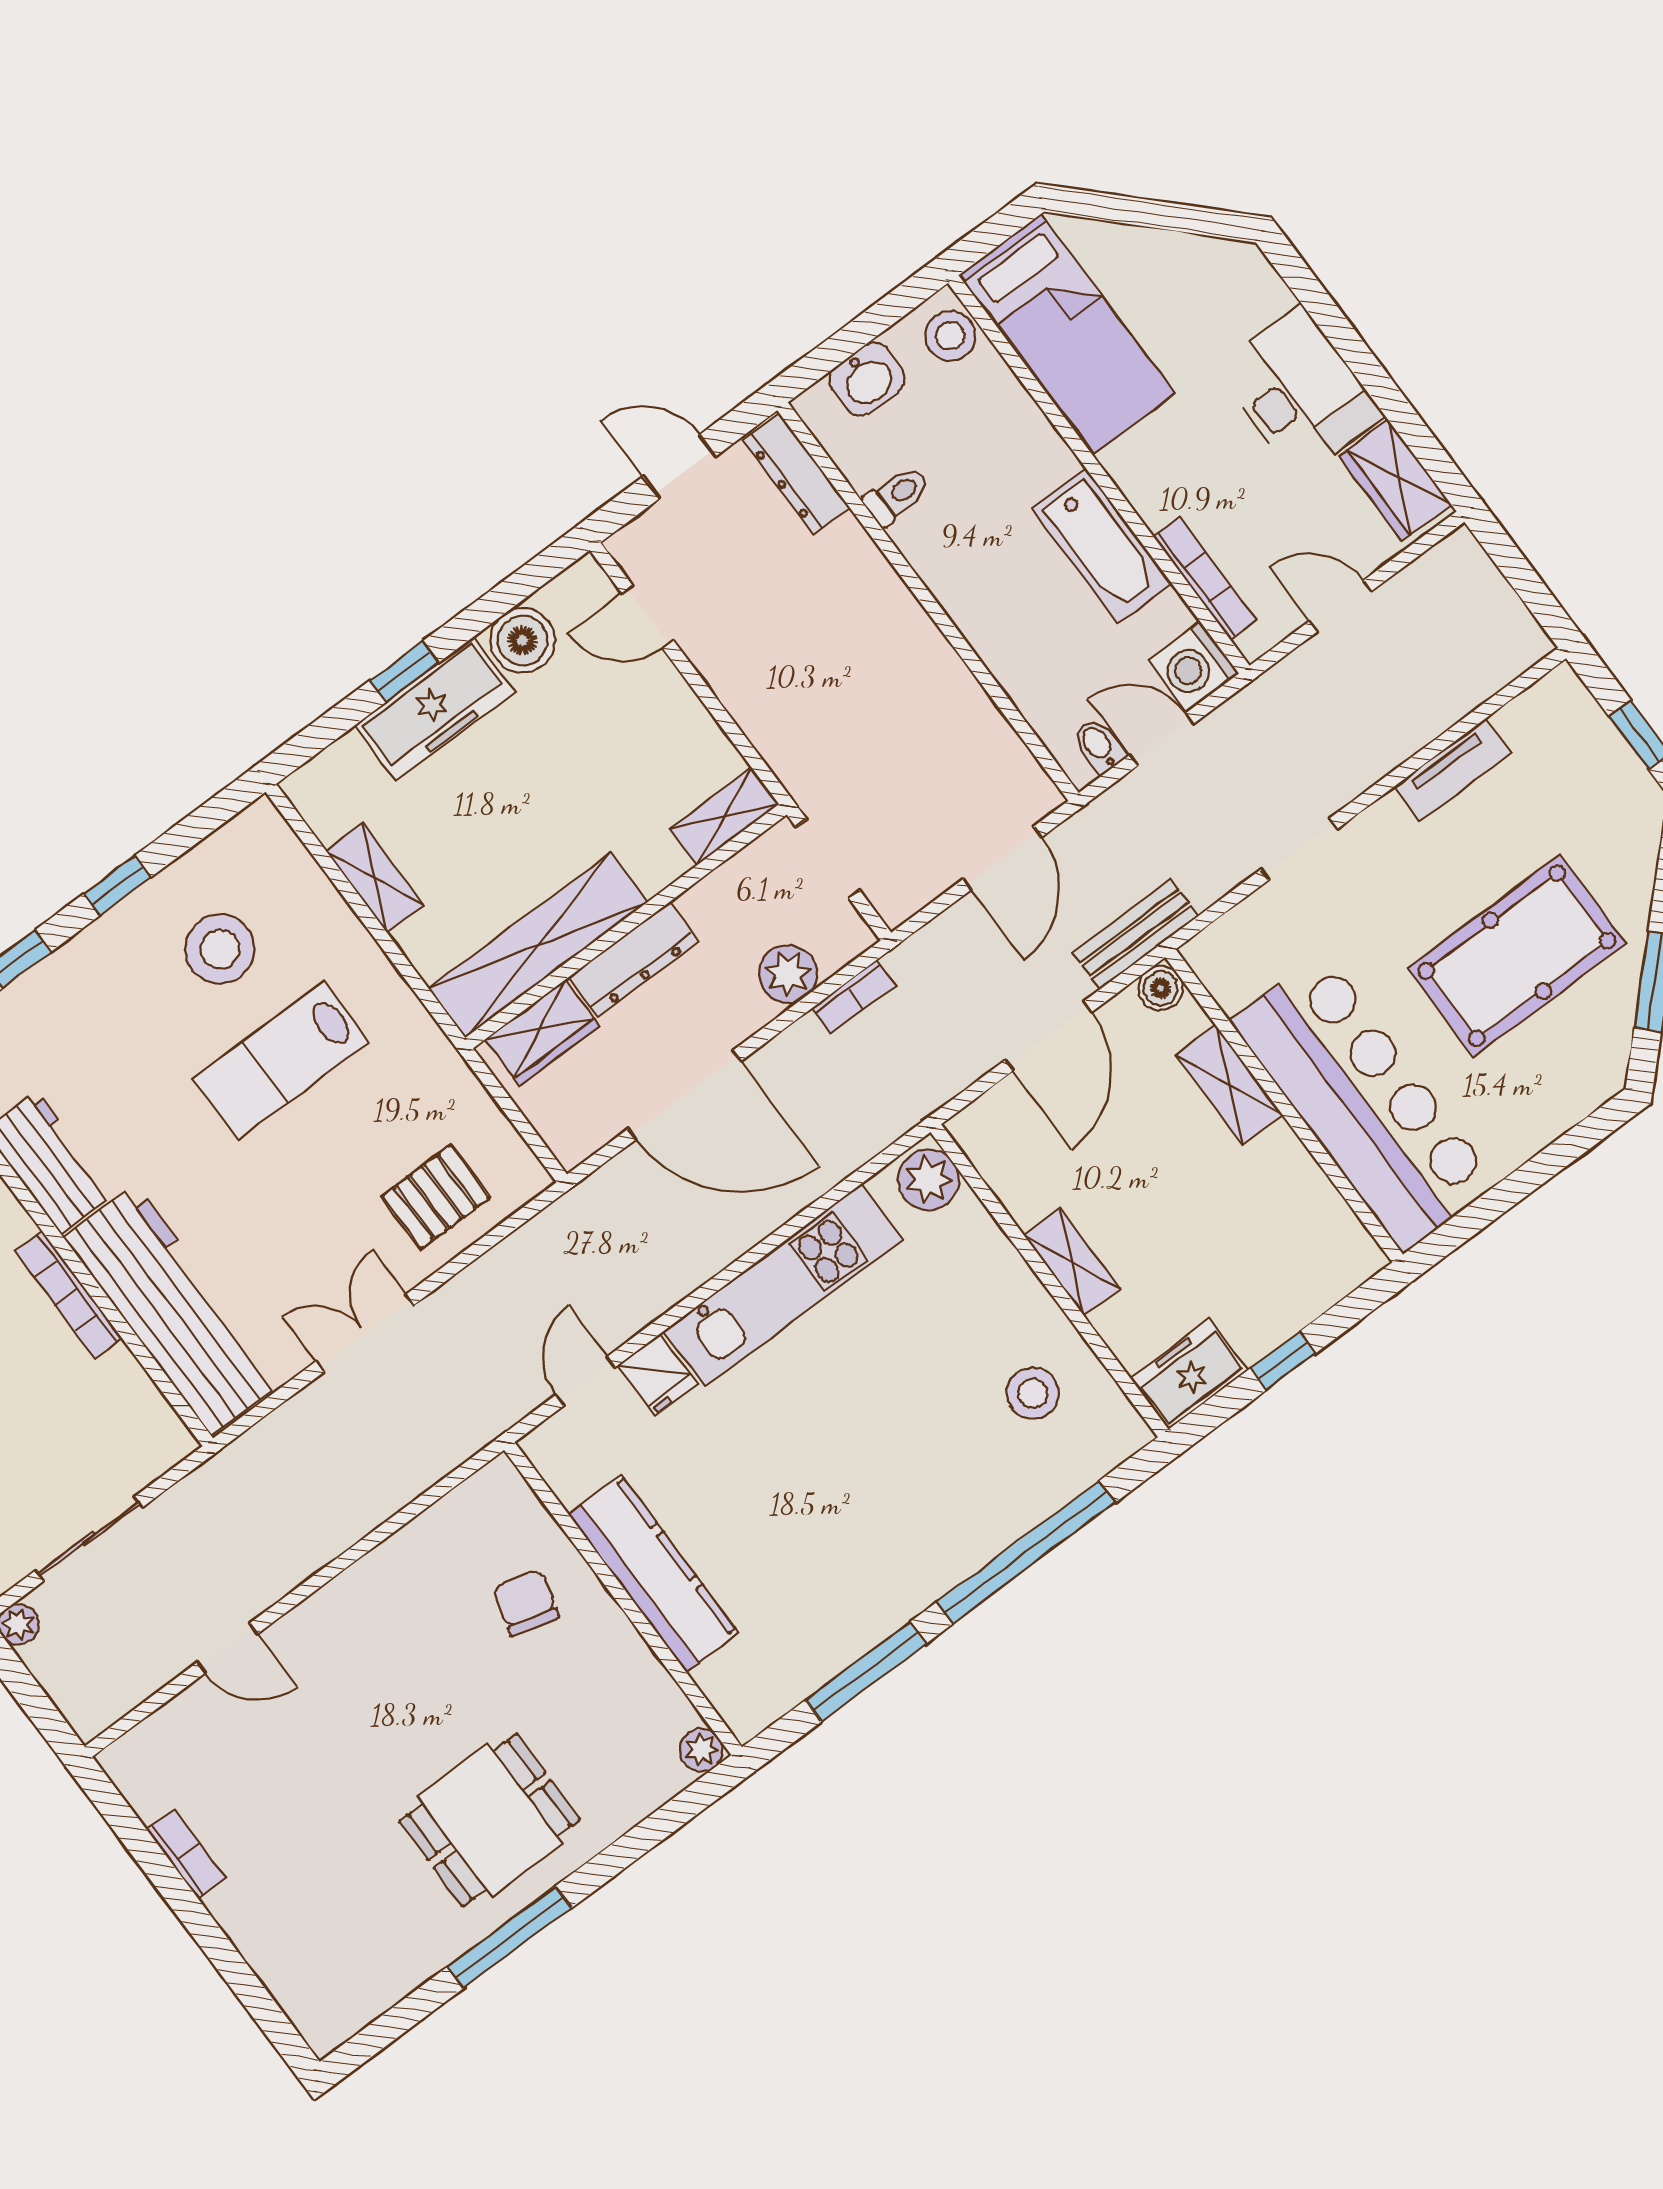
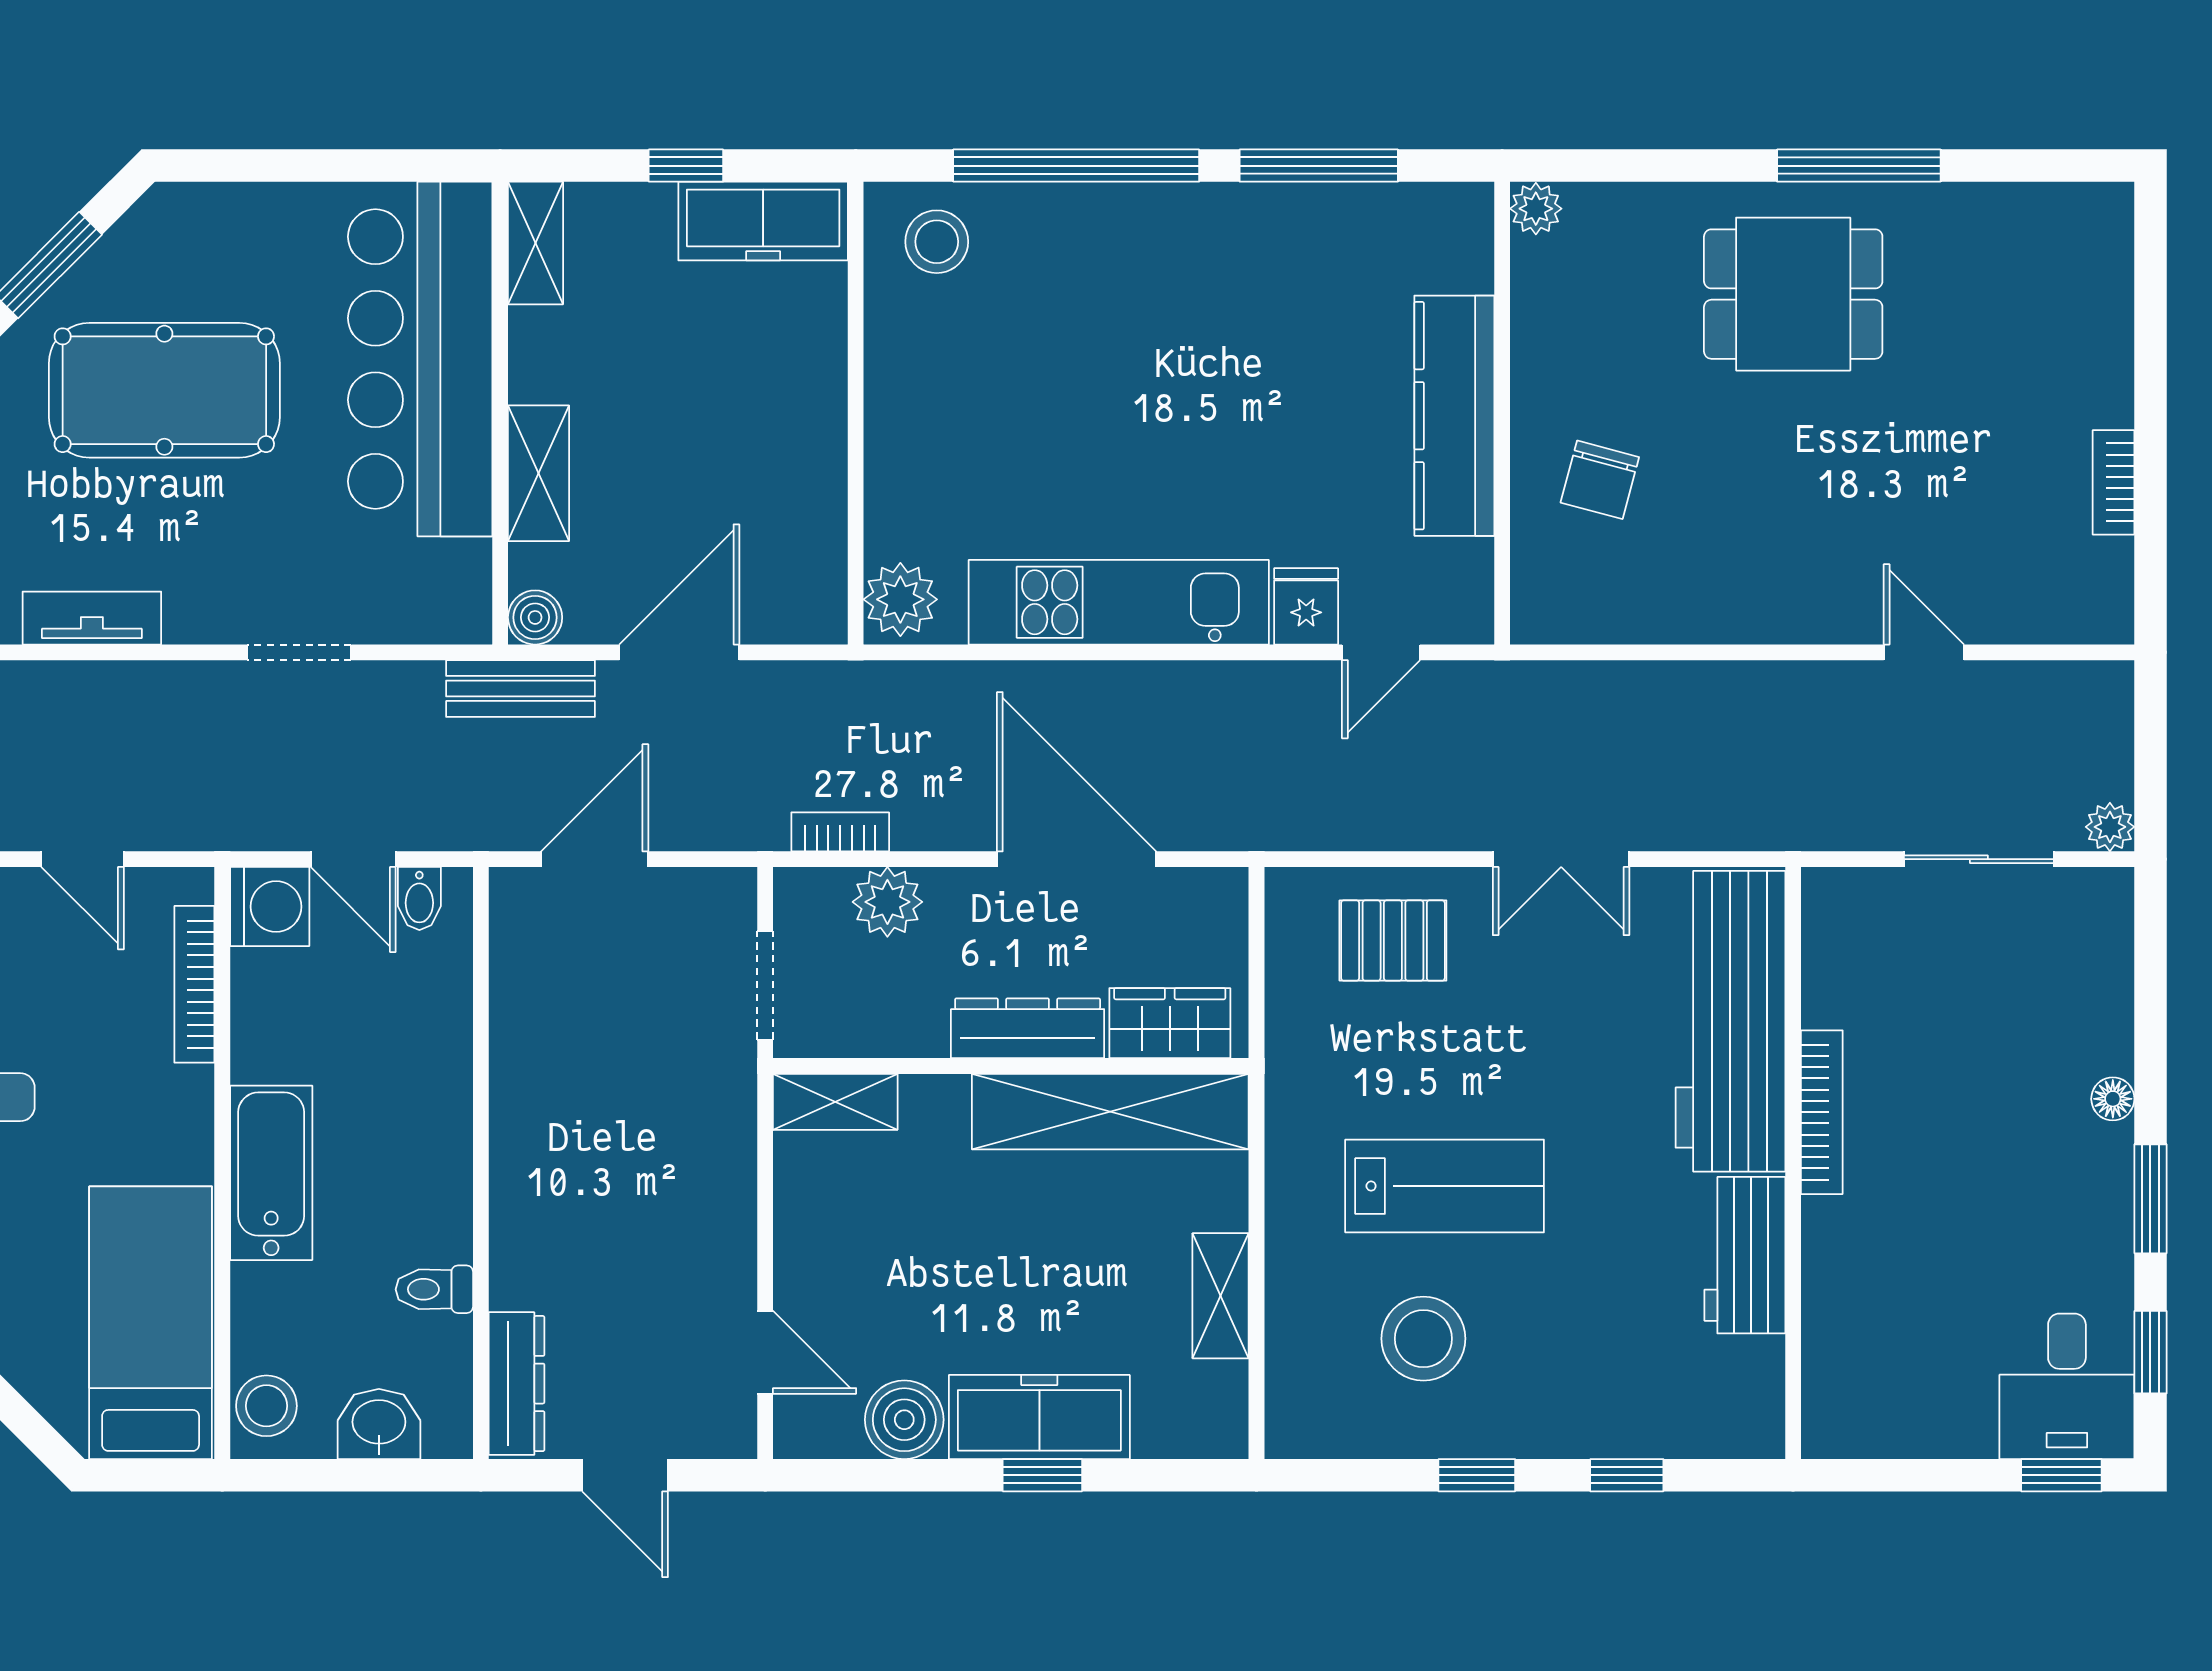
bathtub: (1102, 546) -> (271, 1173), moved
shelving: (1072, 1262) -> (536, 243), moved
freezer: (1189, 1374) -> (763, 221), width x1.40
stool: (1033, 1393) -> (937, 242), moved

